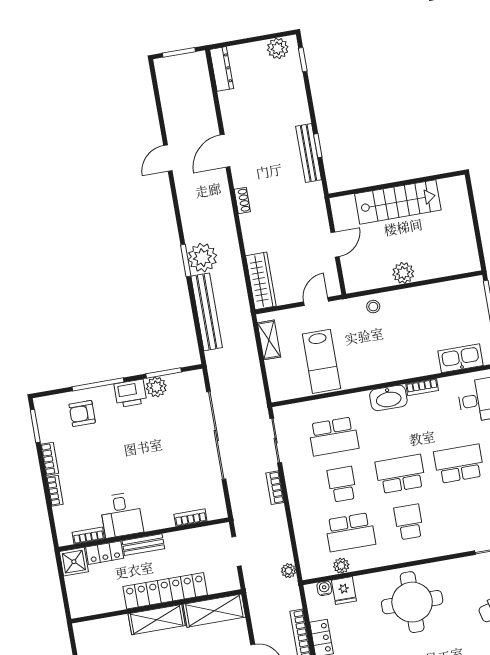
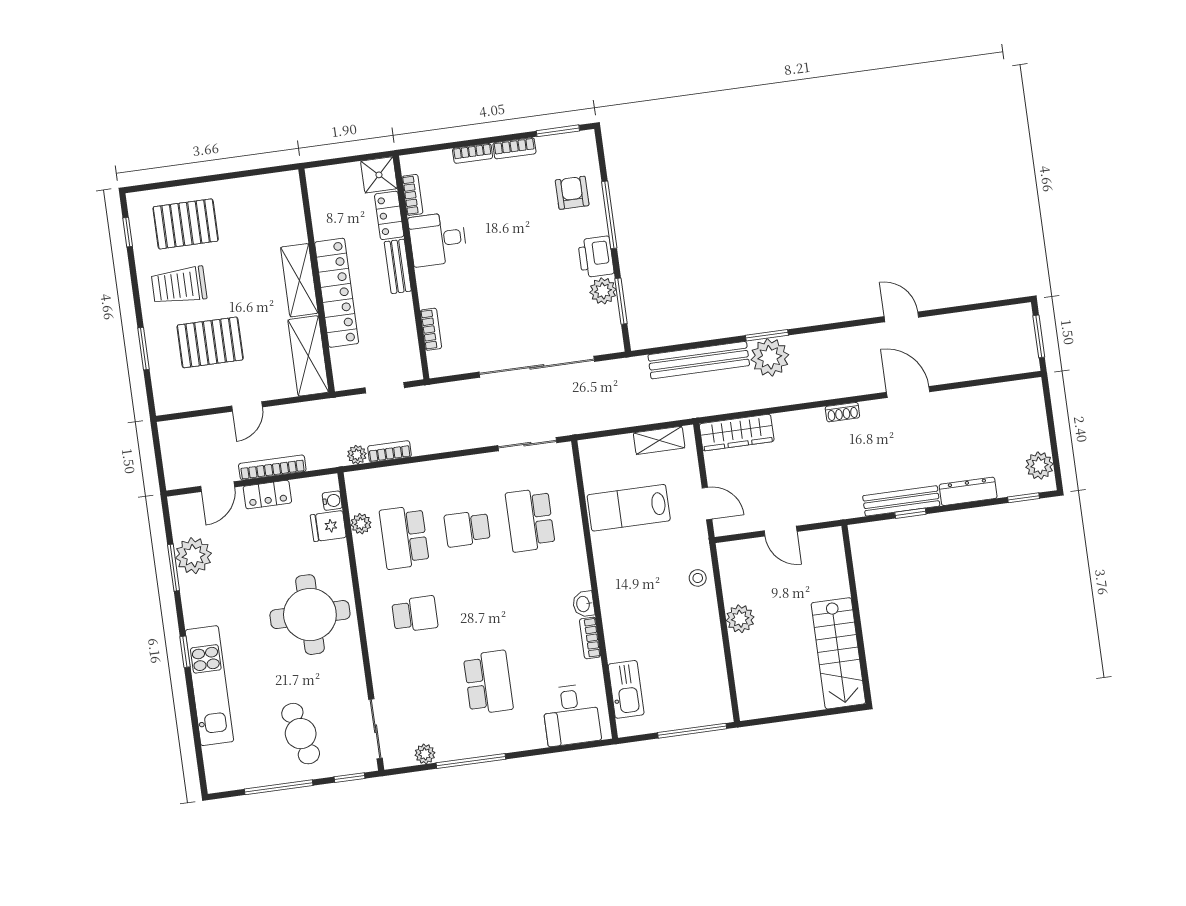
dresser: (222, 69) -> (968, 491), moved, turned 180
stairs: (398, 202) -> (838, 653), moved
washbasin: (388, 398) -> (584, 604), width x0.52, depth x0.69
school desk: (400, 474) -> (478, 605), removed
school desk: (342, 484) -> (467, 529), turned 180
bookcase: (275, 488) -> (389, 451), moved

